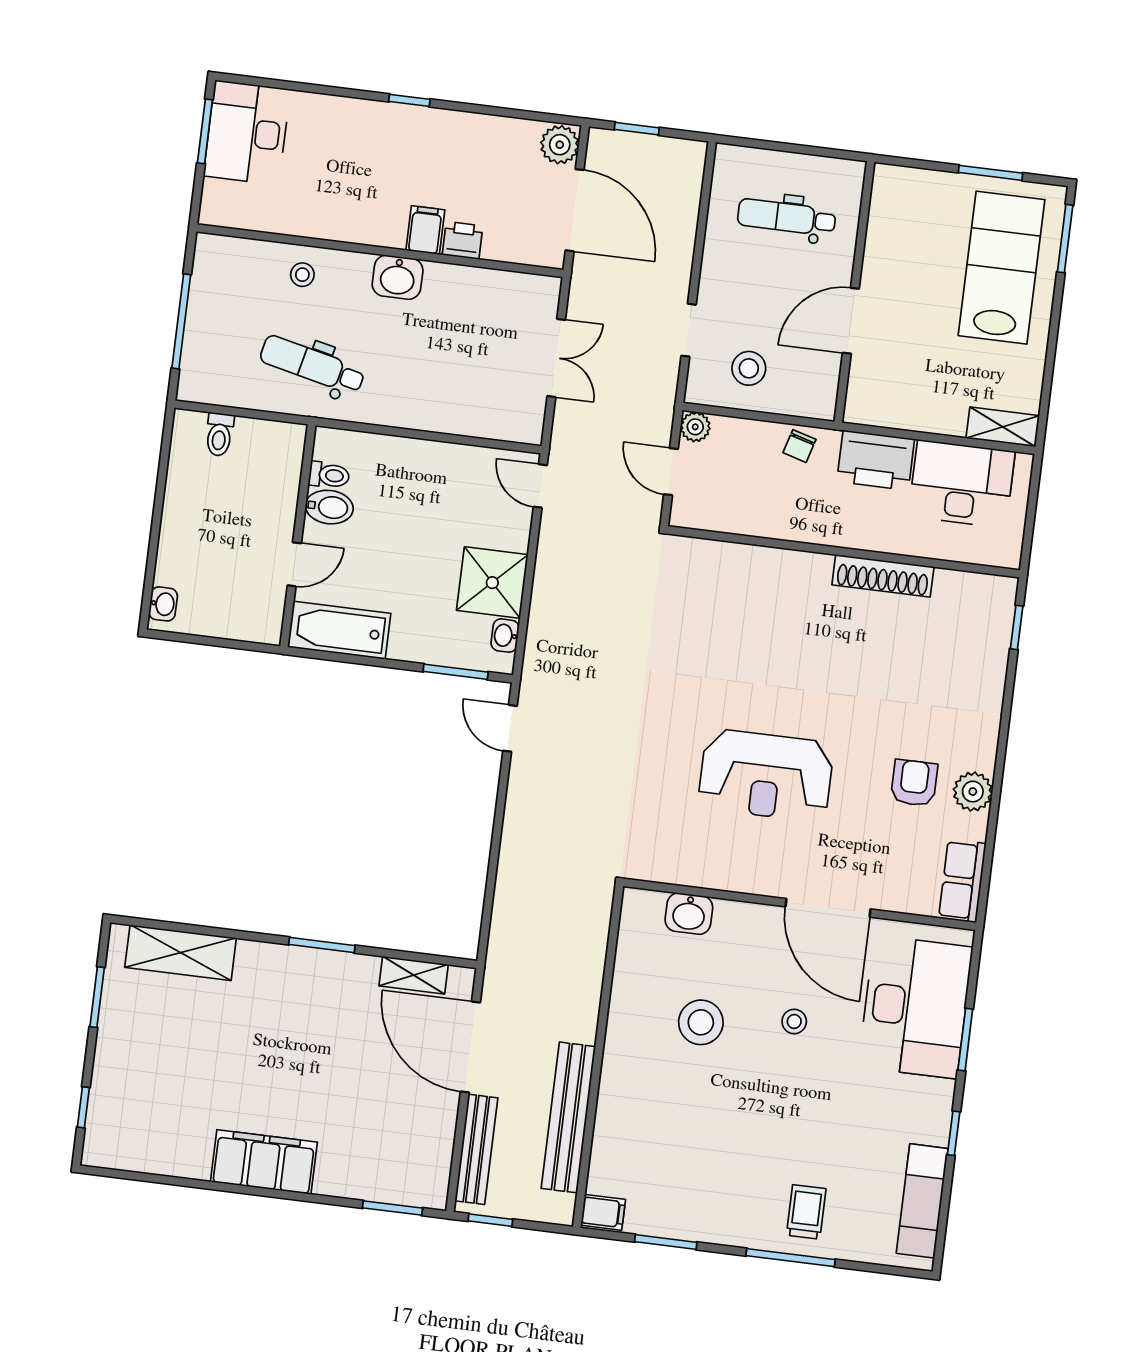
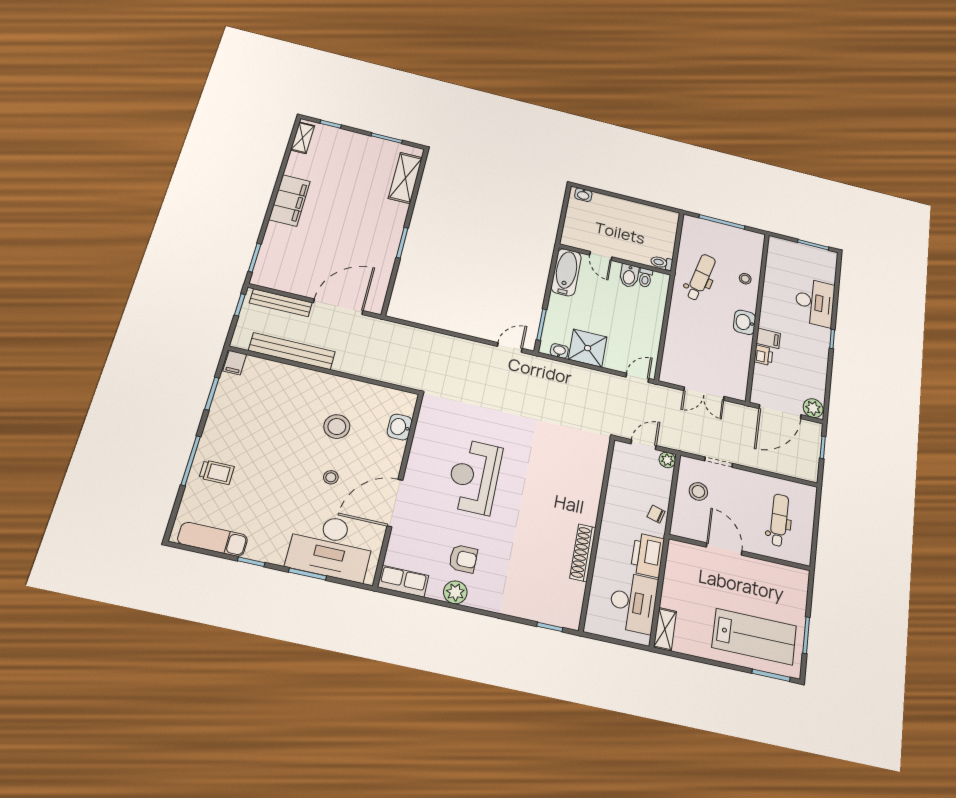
desk: (247, 133) -> (815, 302), moved, turned 90
toilet: (219, 434) -> (662, 263), moved
shelving: (414, 975) -> (303, 138), moved

